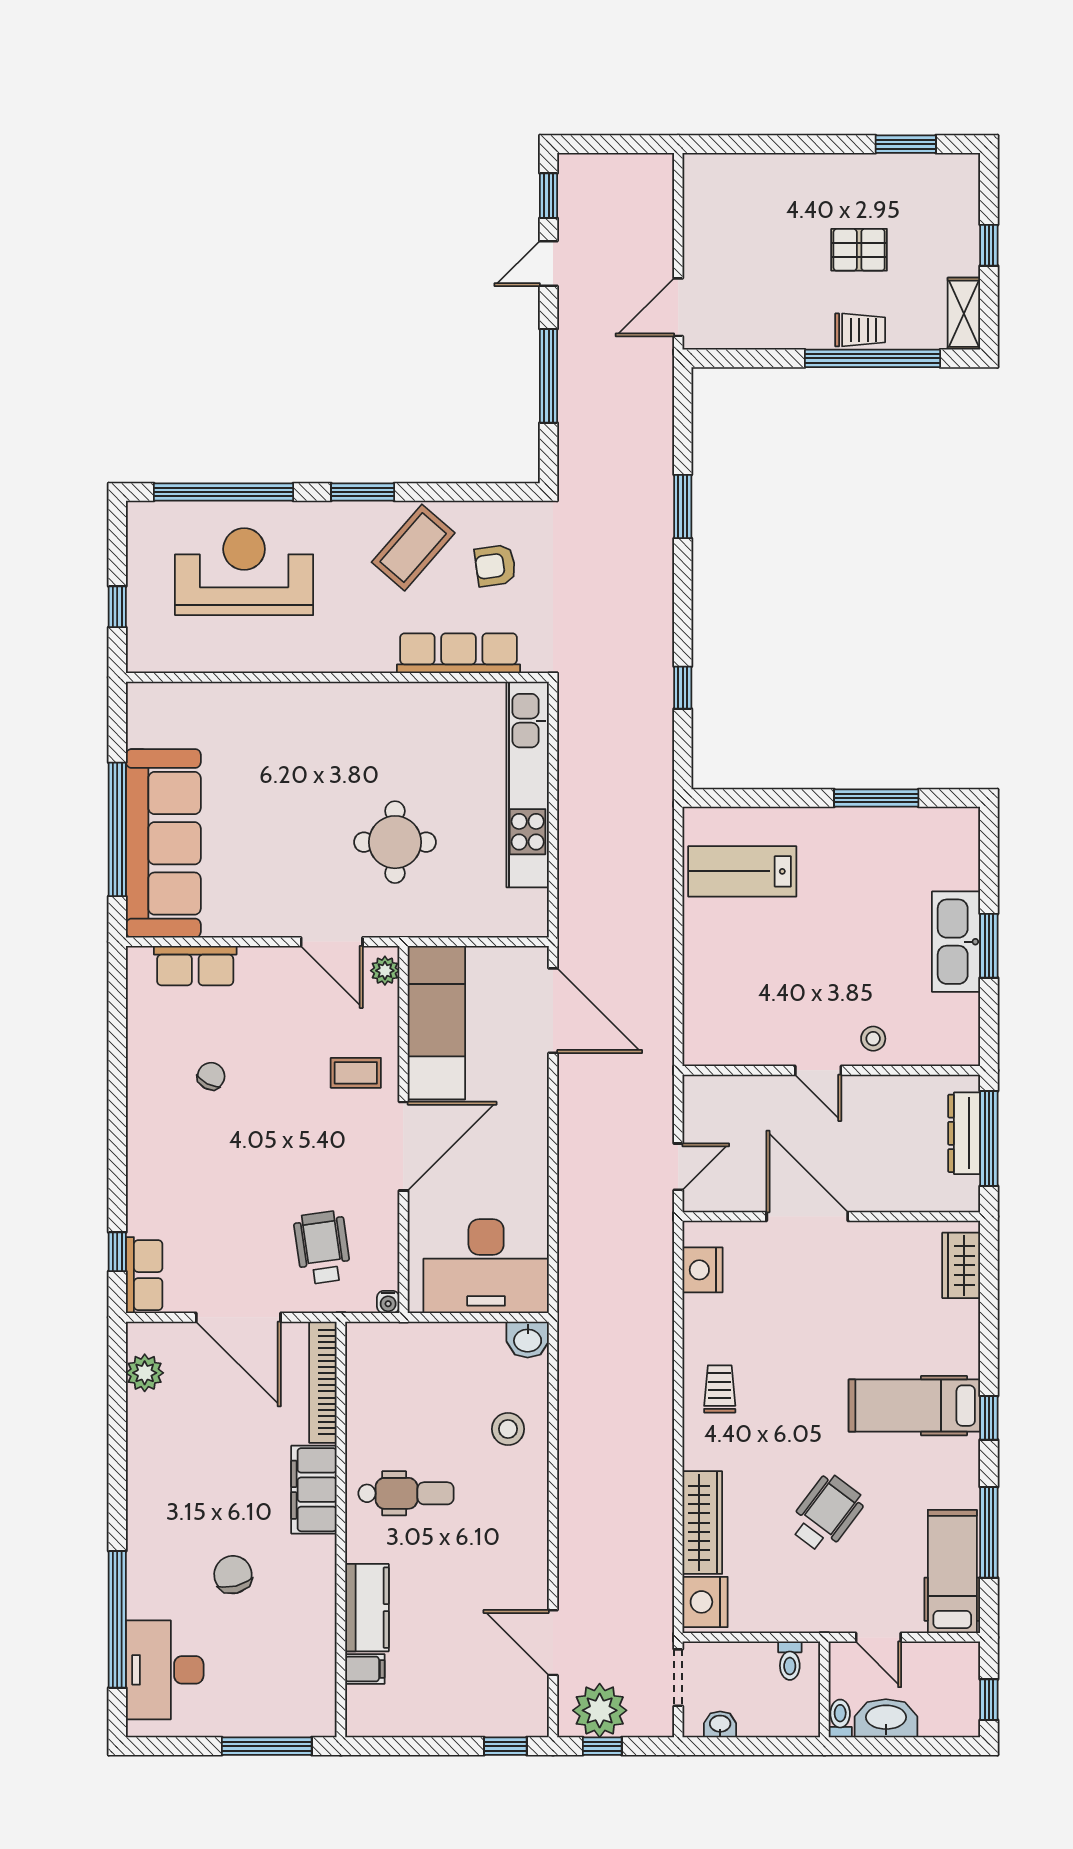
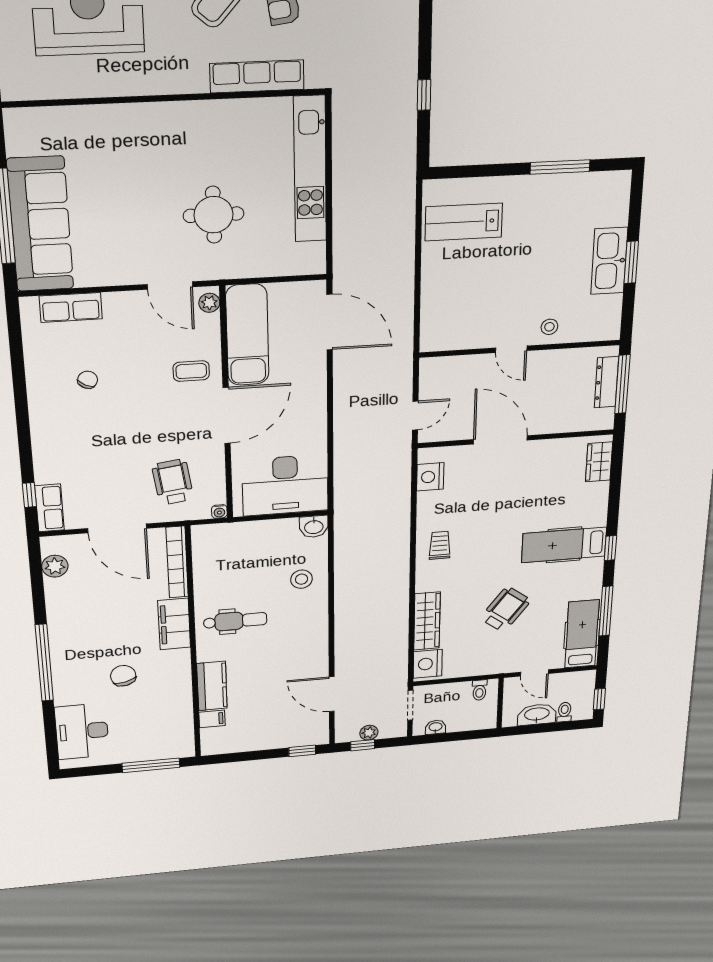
window: (117, 1619) -> (44, 663), moved
plant: (600, 1710) -> (369, 733), width x0.53, depth x0.53
toilet: (840, 1719) -> (564, 712), moved

